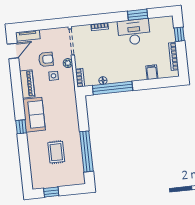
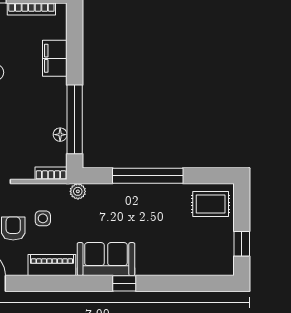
plant: (68, 63) -> (78, 191), moved
filing cabinet: (152, 72) -> (55, 58), width x2.00
window: (86, 151) -> (148, 176), moved
rug: (56, 152) -> (211, 204), moved

